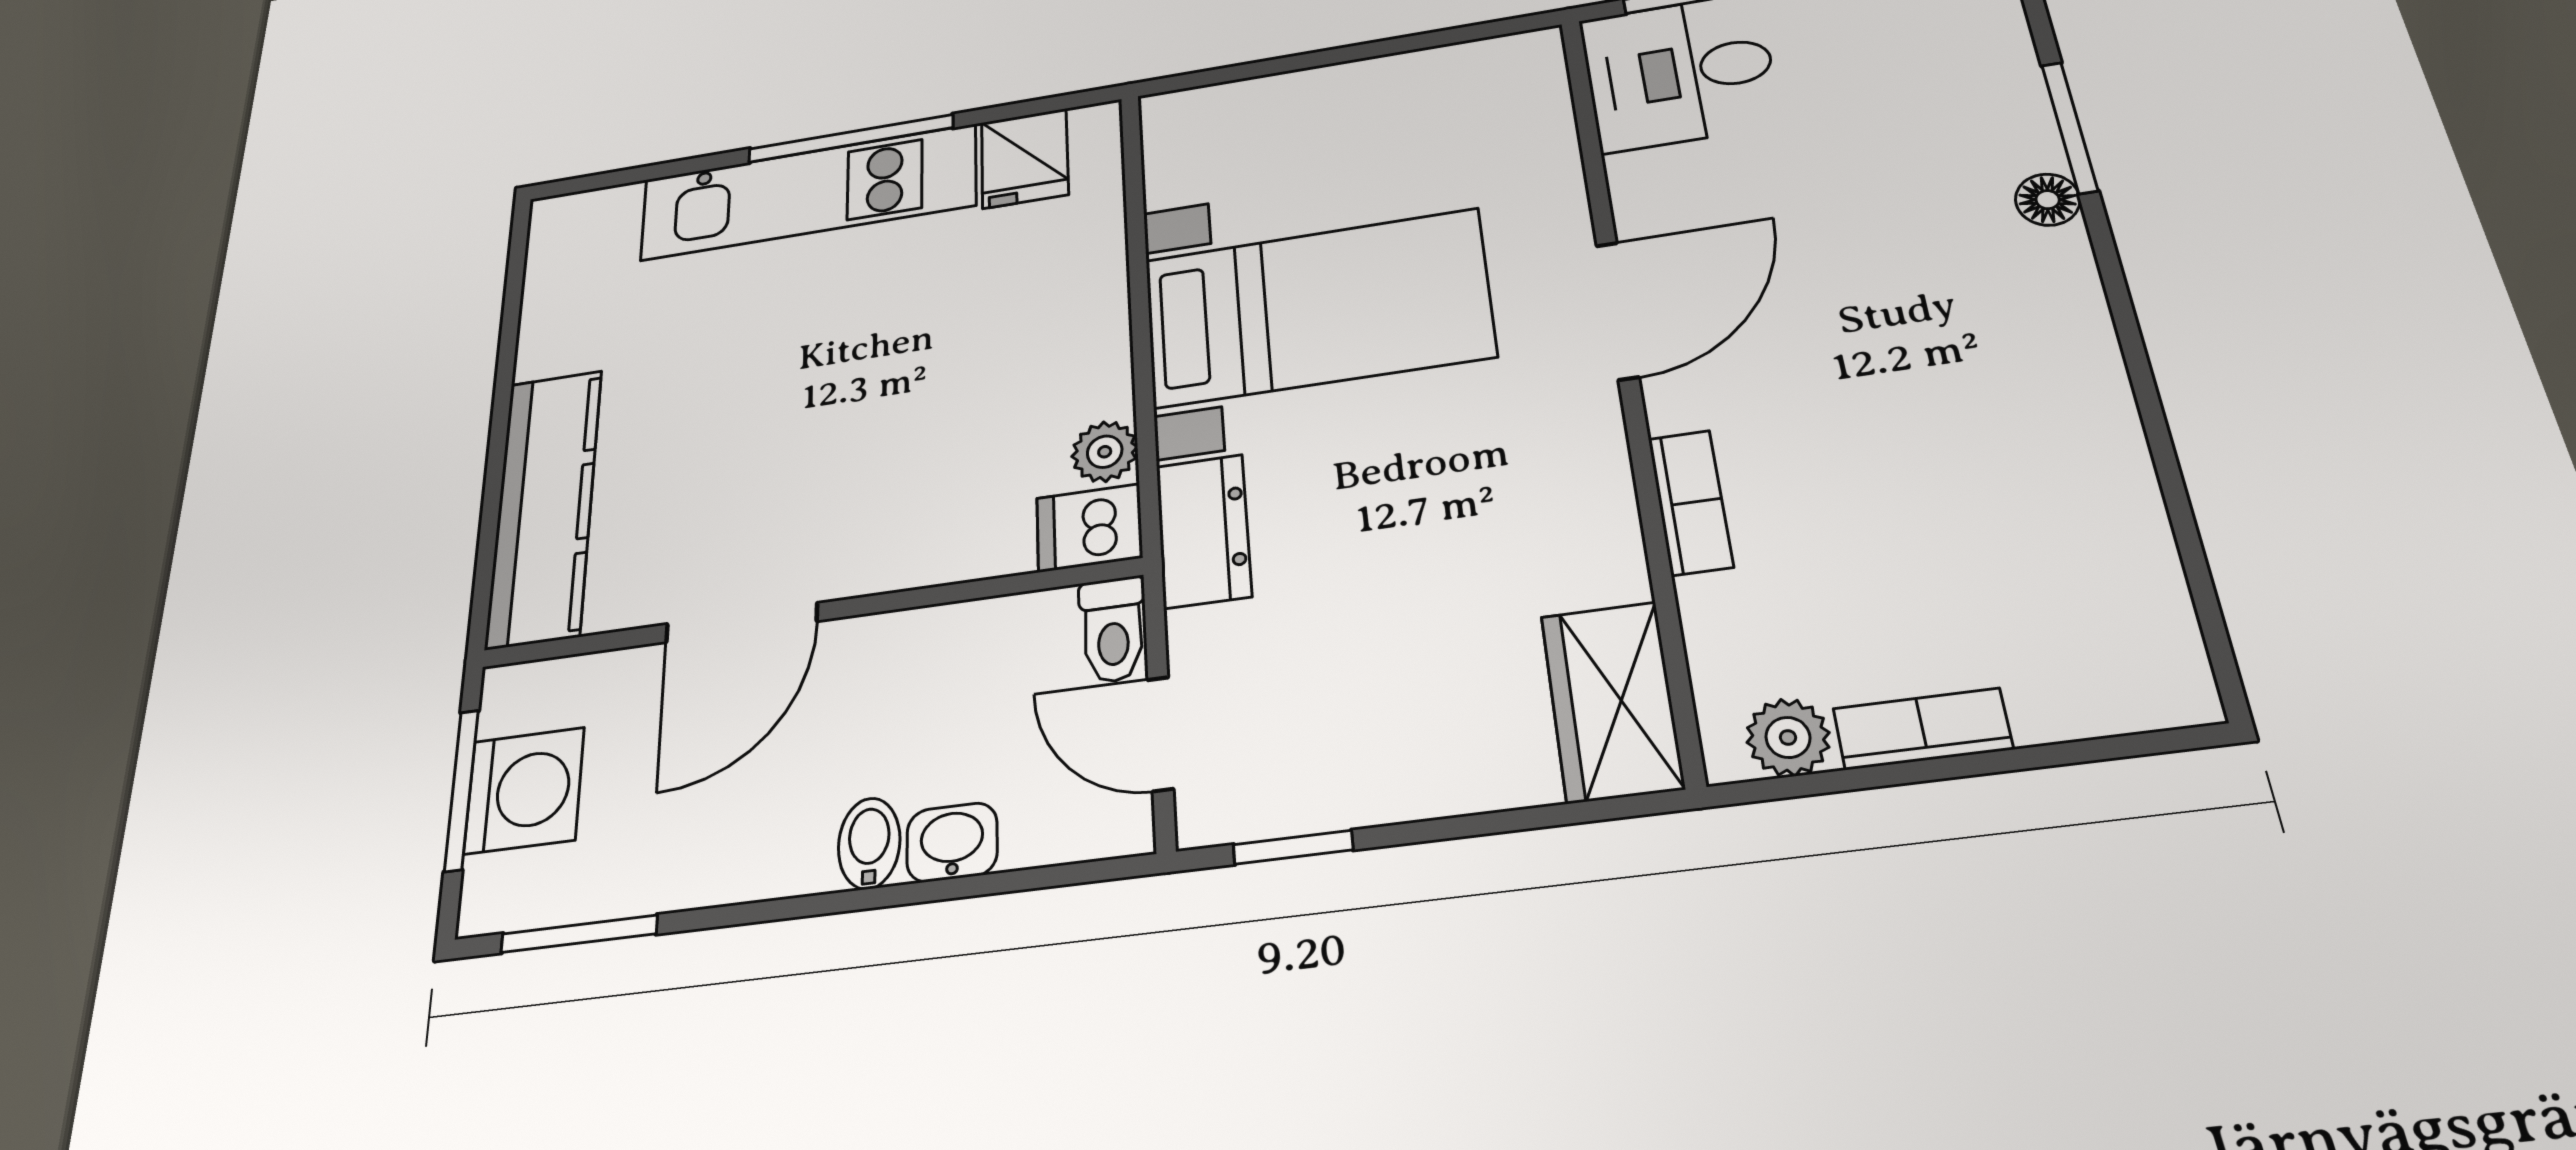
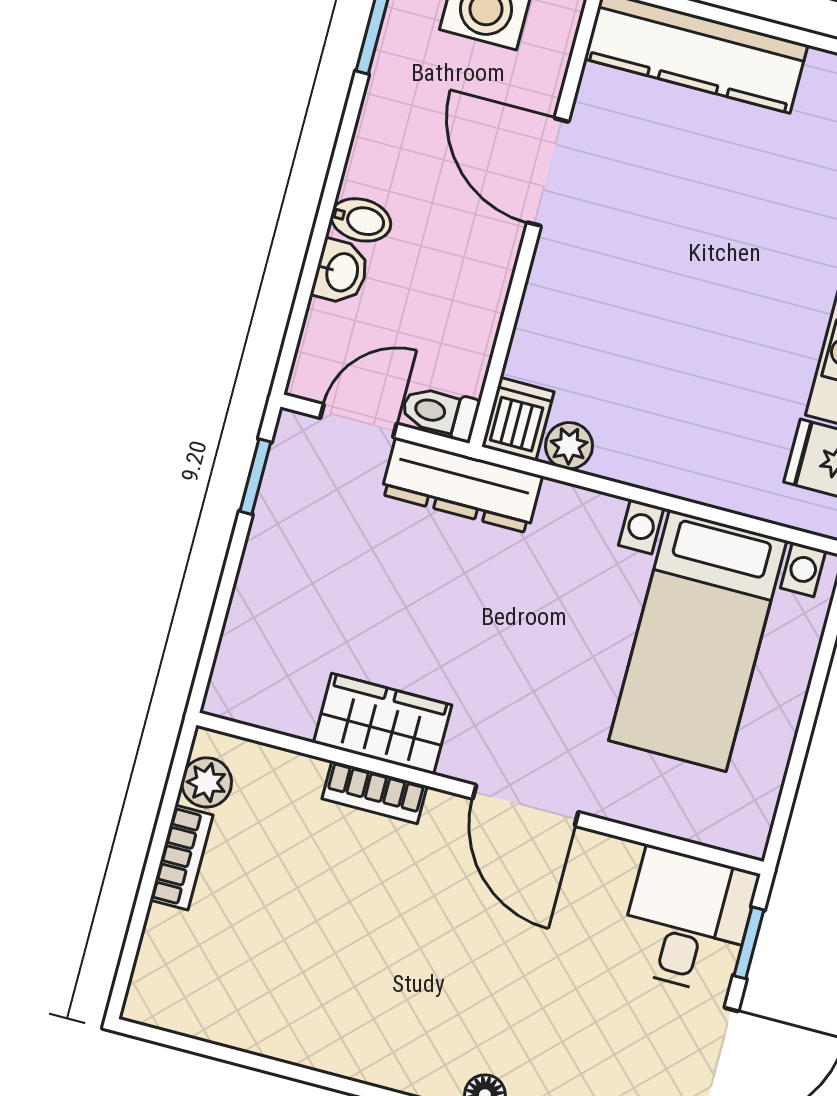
bed with nightstands: (1317, 308) -> (698, 640), moved
dresser: (1203, 531) -> (462, 485), width x1.44
wardrobe: (1612, 701) -> (383, 724), moved

